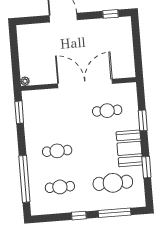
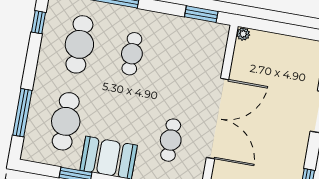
cafe table: (60, 187) -> (79, 44), width x1.37, depth x1.35
window: (79, 216) -> (38, 22), moved

